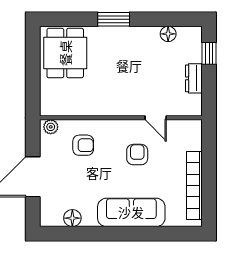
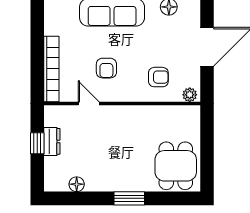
window: (209, 53) -> (37, 143), moved
armchair: (83, 145) -> (158, 77), turned 180
bookcase: (194, 186) -> (51, 69), moved

